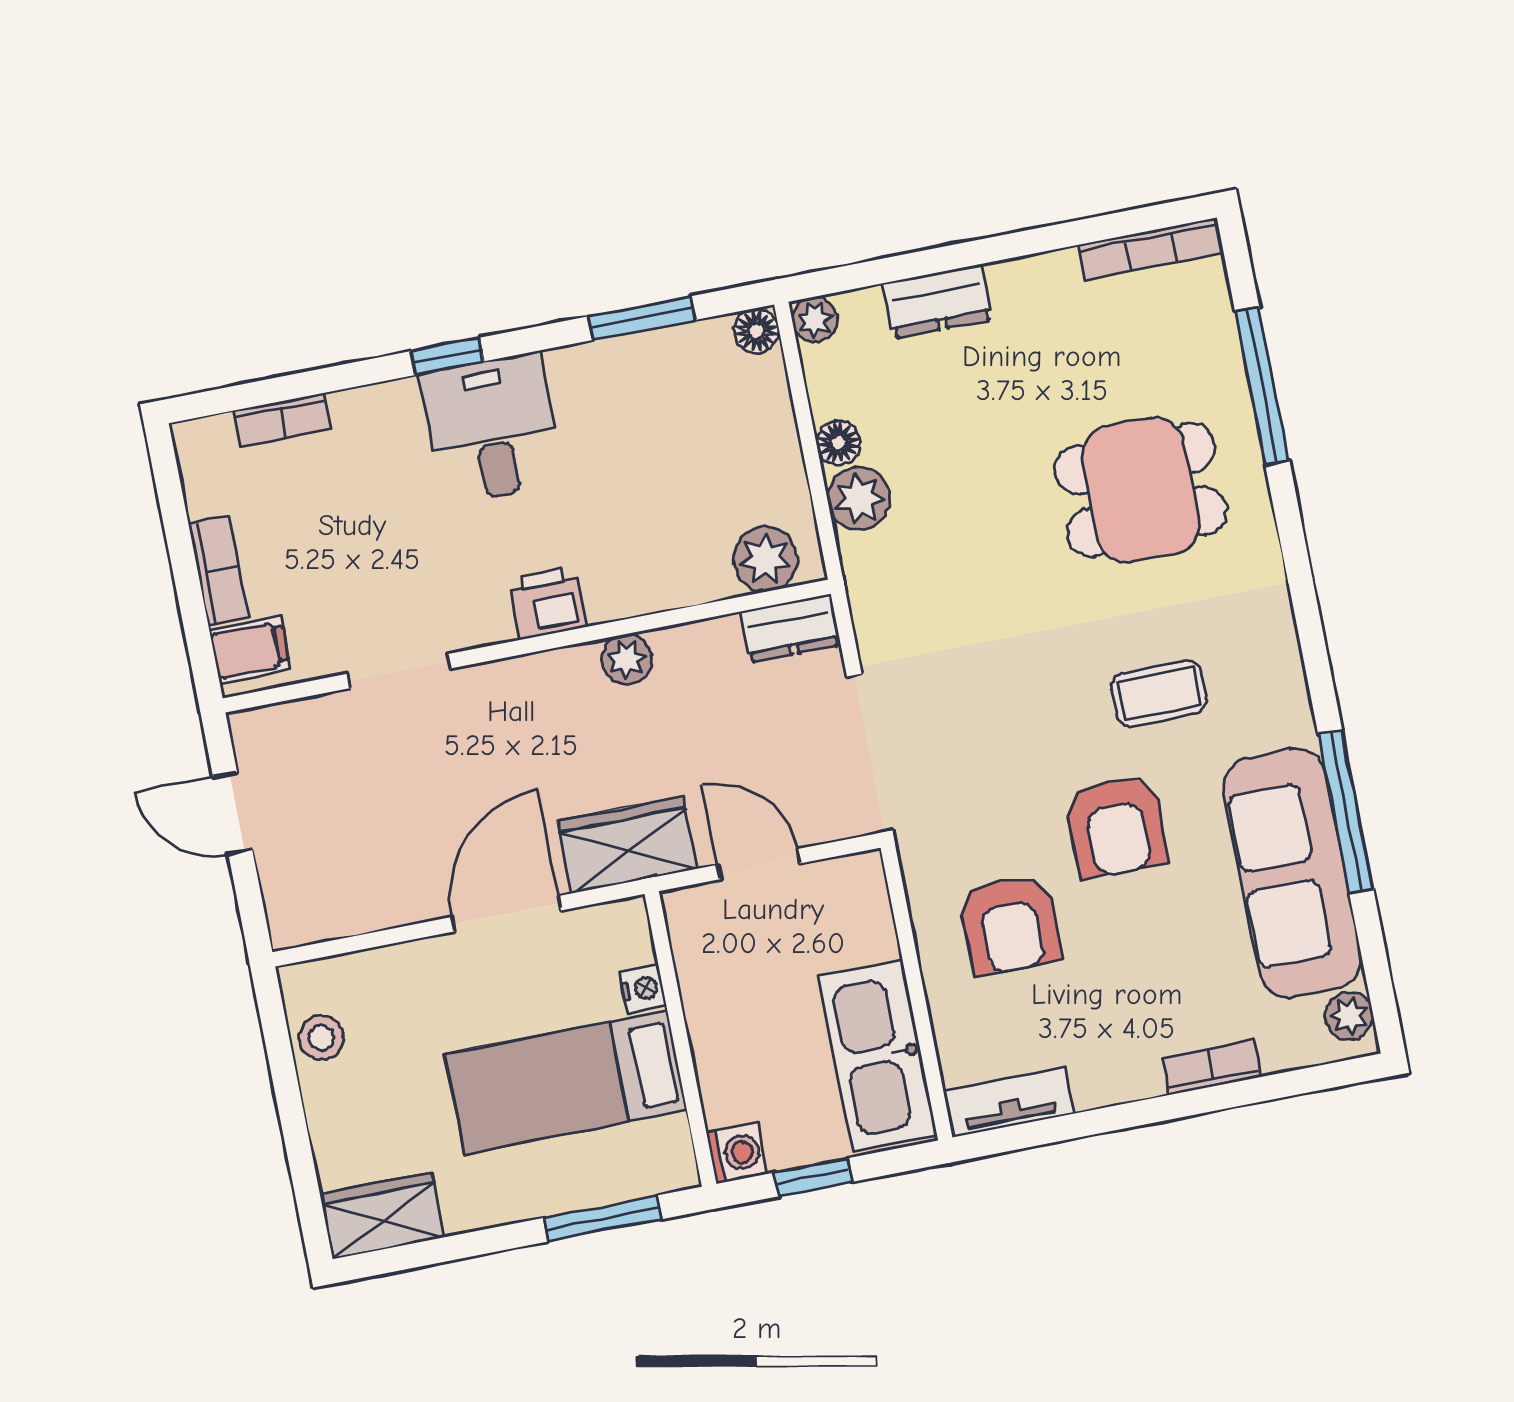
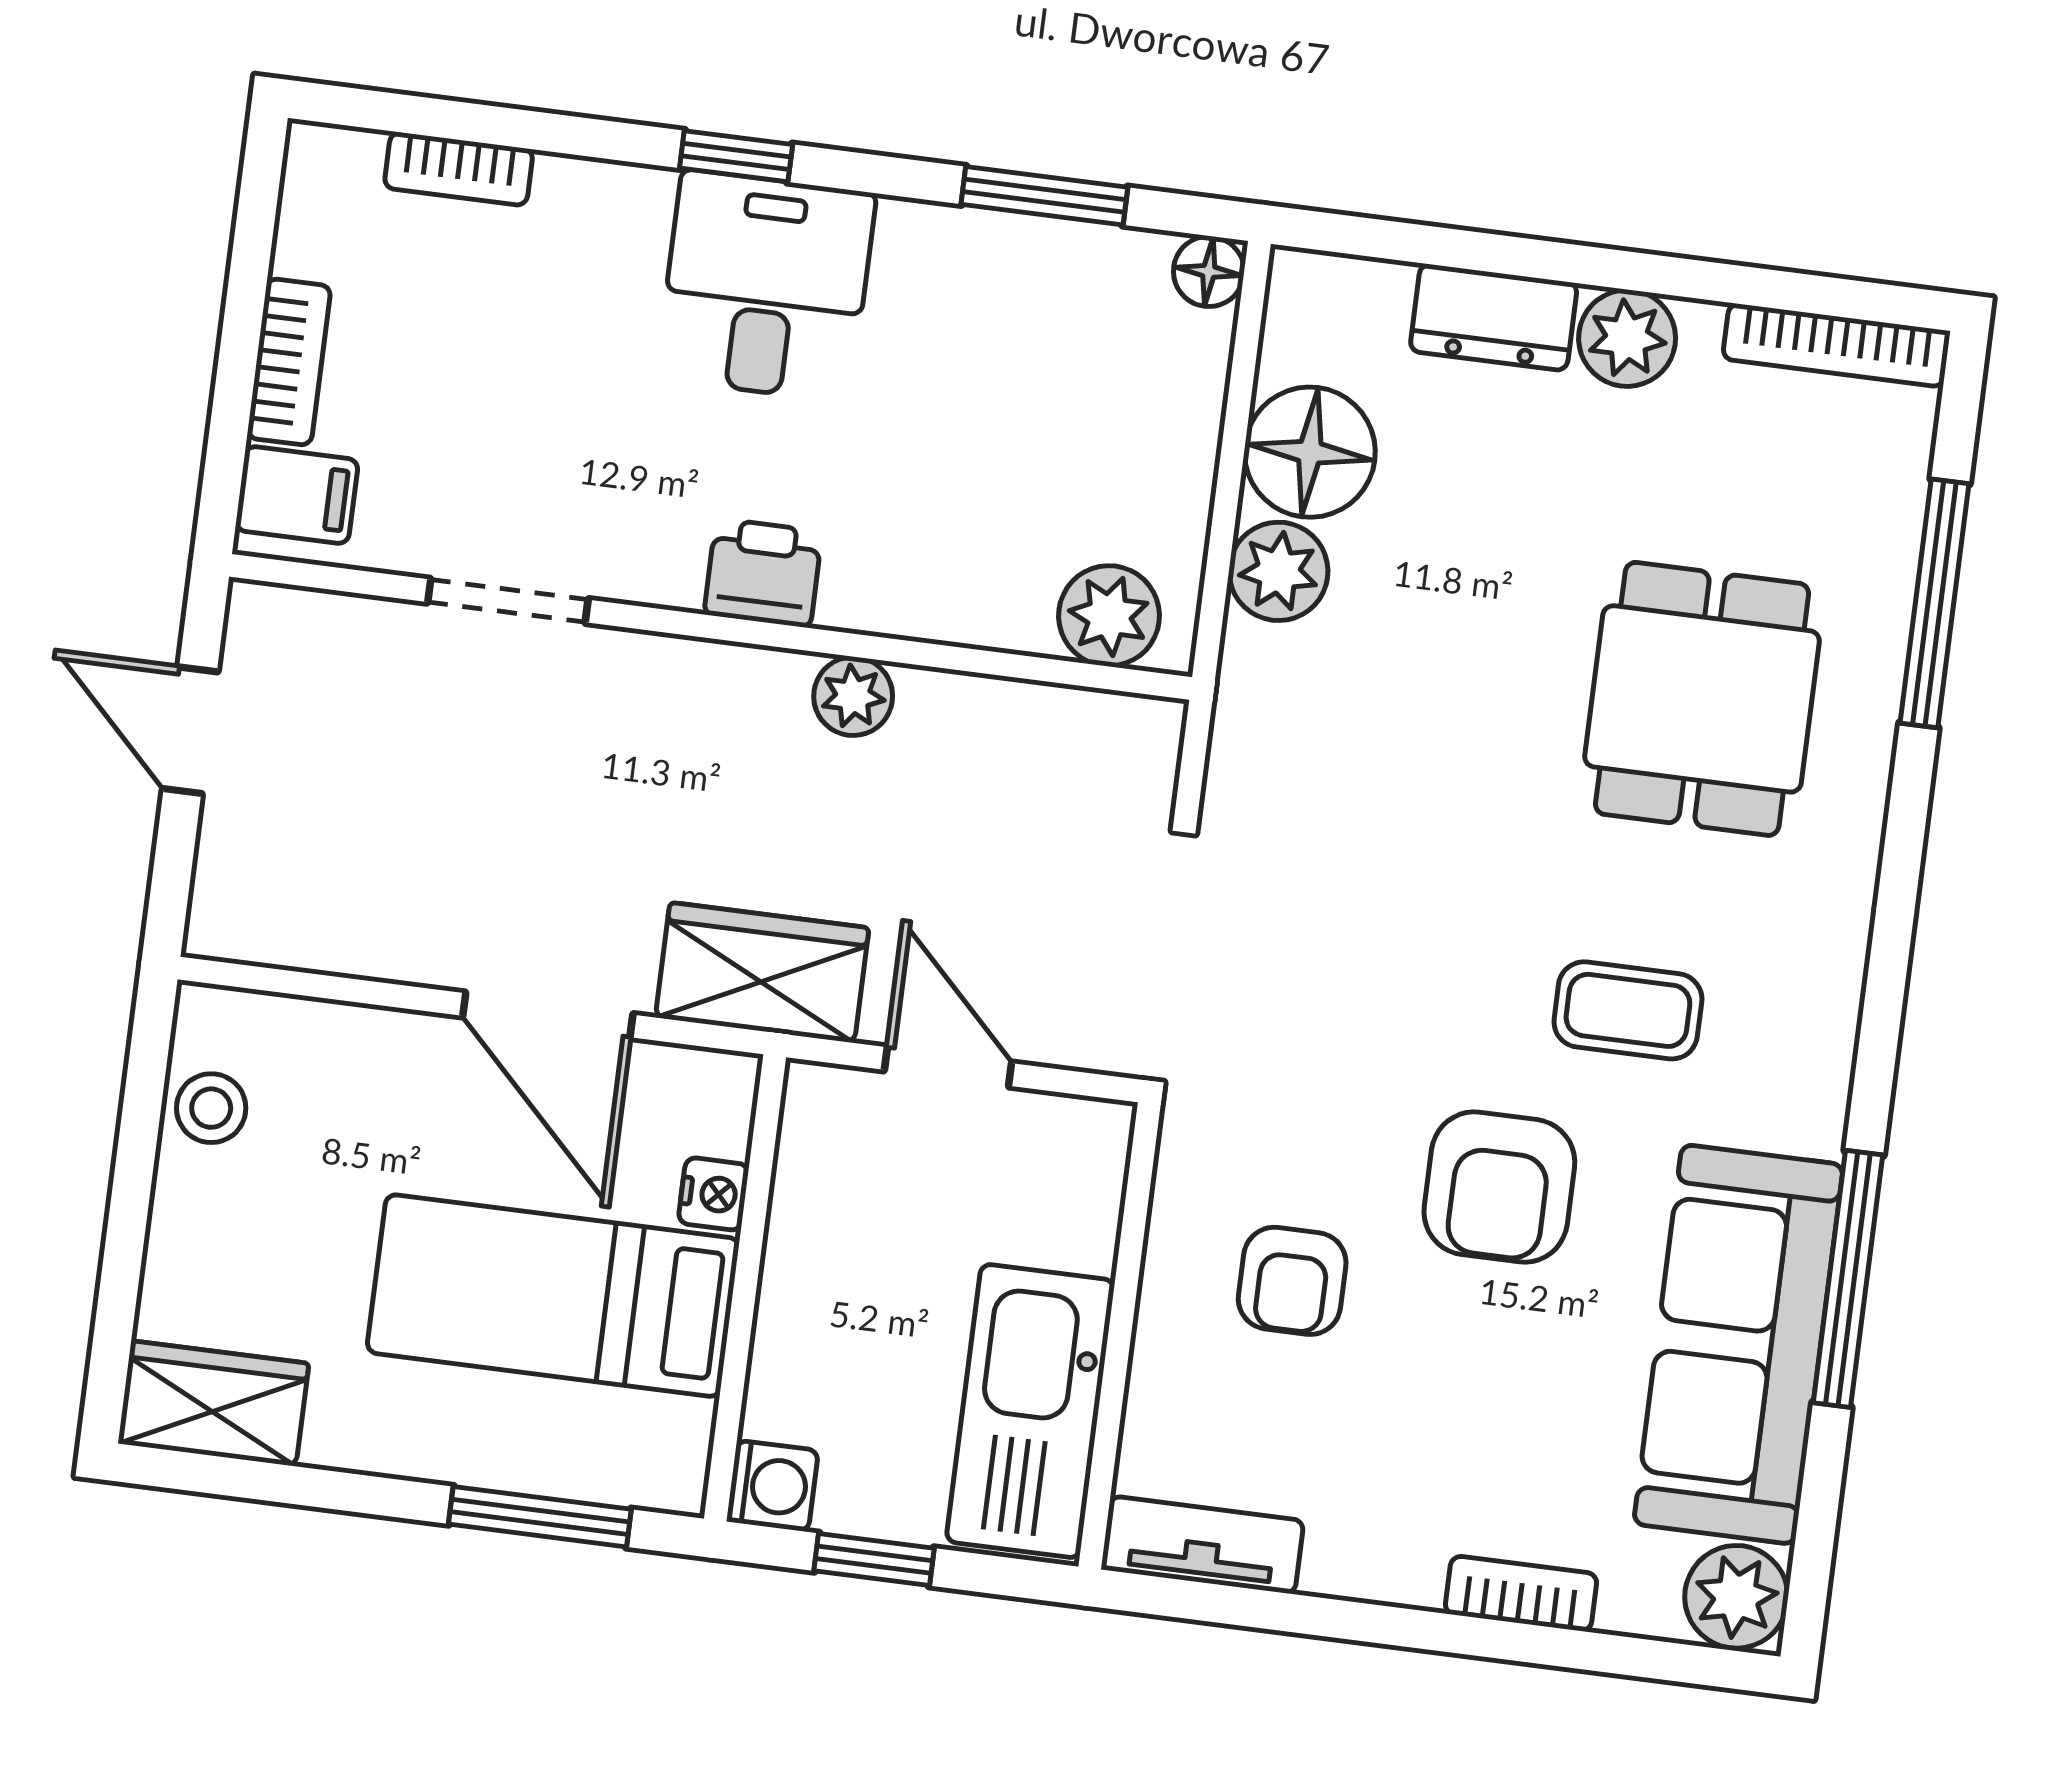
plant: (815, 319) -> (1627, 338), moved, width x1.38, depth x1.38
floor lamp: (838, 443) -> (1310, 452), width x1.89, depth x1.89
dining table: (1141, 490) -> (1702, 699), turned 90
dresser: (790, 628) -> (1112, 731), removed
door: (506, 914) -> (548, 1015), swing flipped
armchair: (1010, 925) -> (1292, 1281), width x0.72, depth x0.72
plant: (1349, 1016) -> (1736, 1597), width x1.38, depth x1.38

